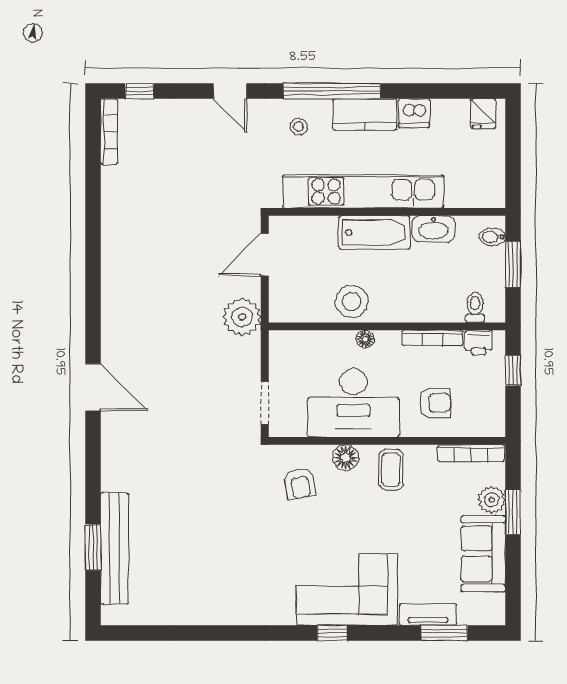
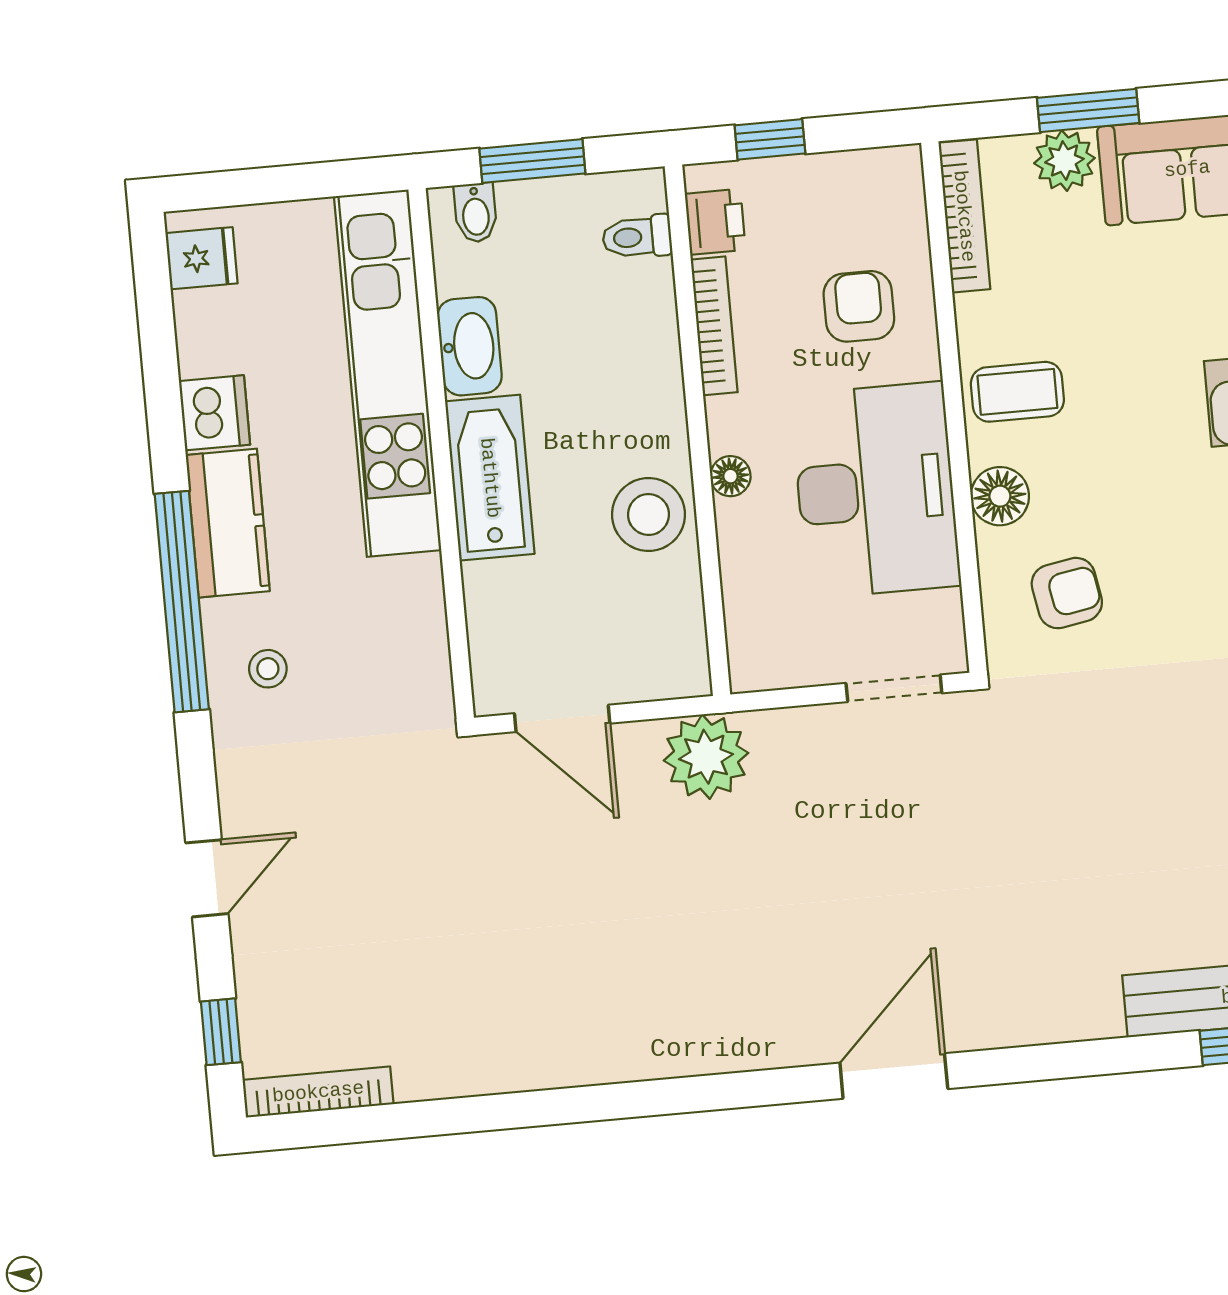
door: (230, 91) -> (207, 878), moved
kitchen unit: (363, 191) -> (388, 373), moved

